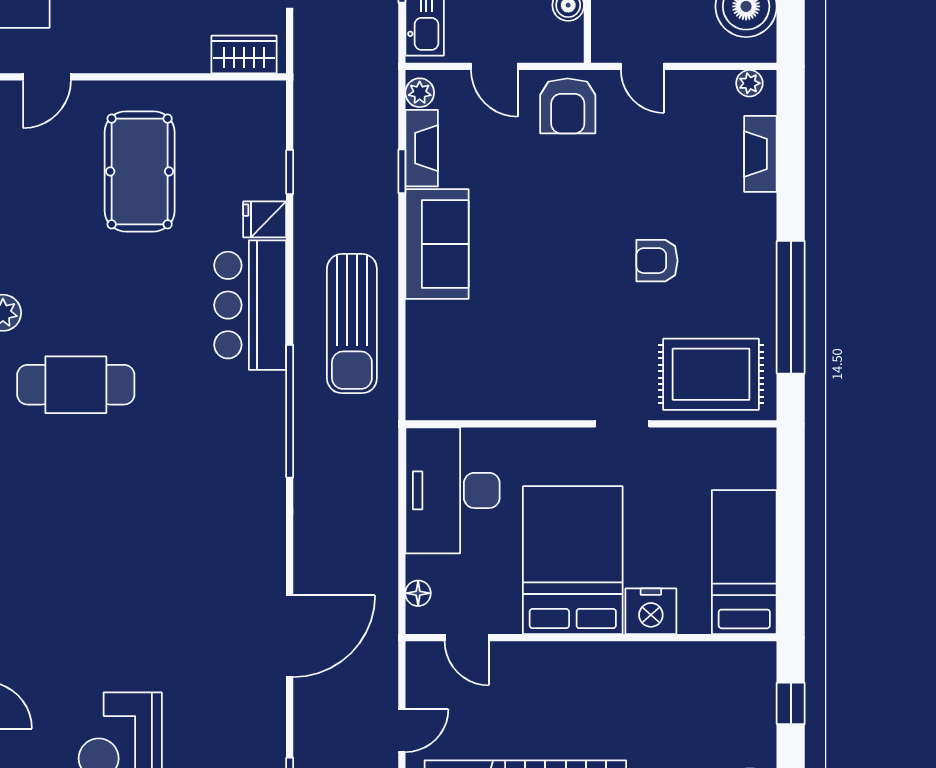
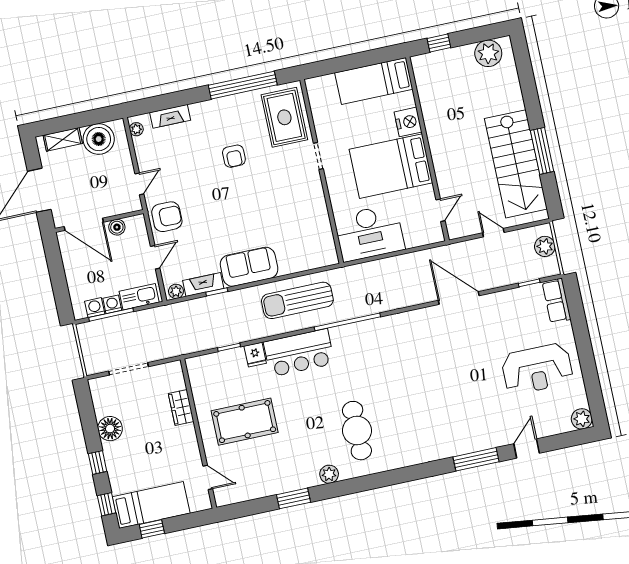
wardrobe: (244, 55) -> (181, 407), moved
sun lounger: (352, 324) -> (297, 300), turned 180
floor lamp: (418, 593) -> (424, 239), removed

